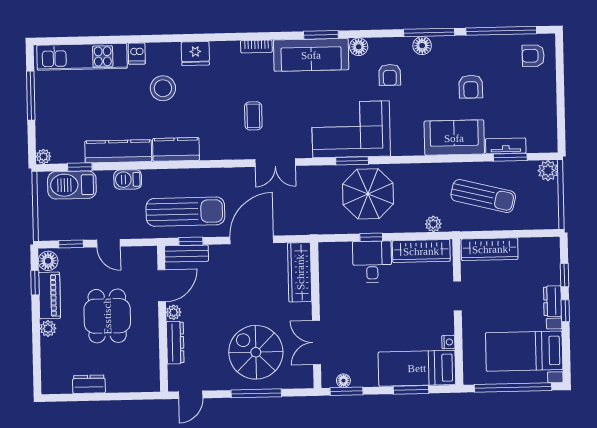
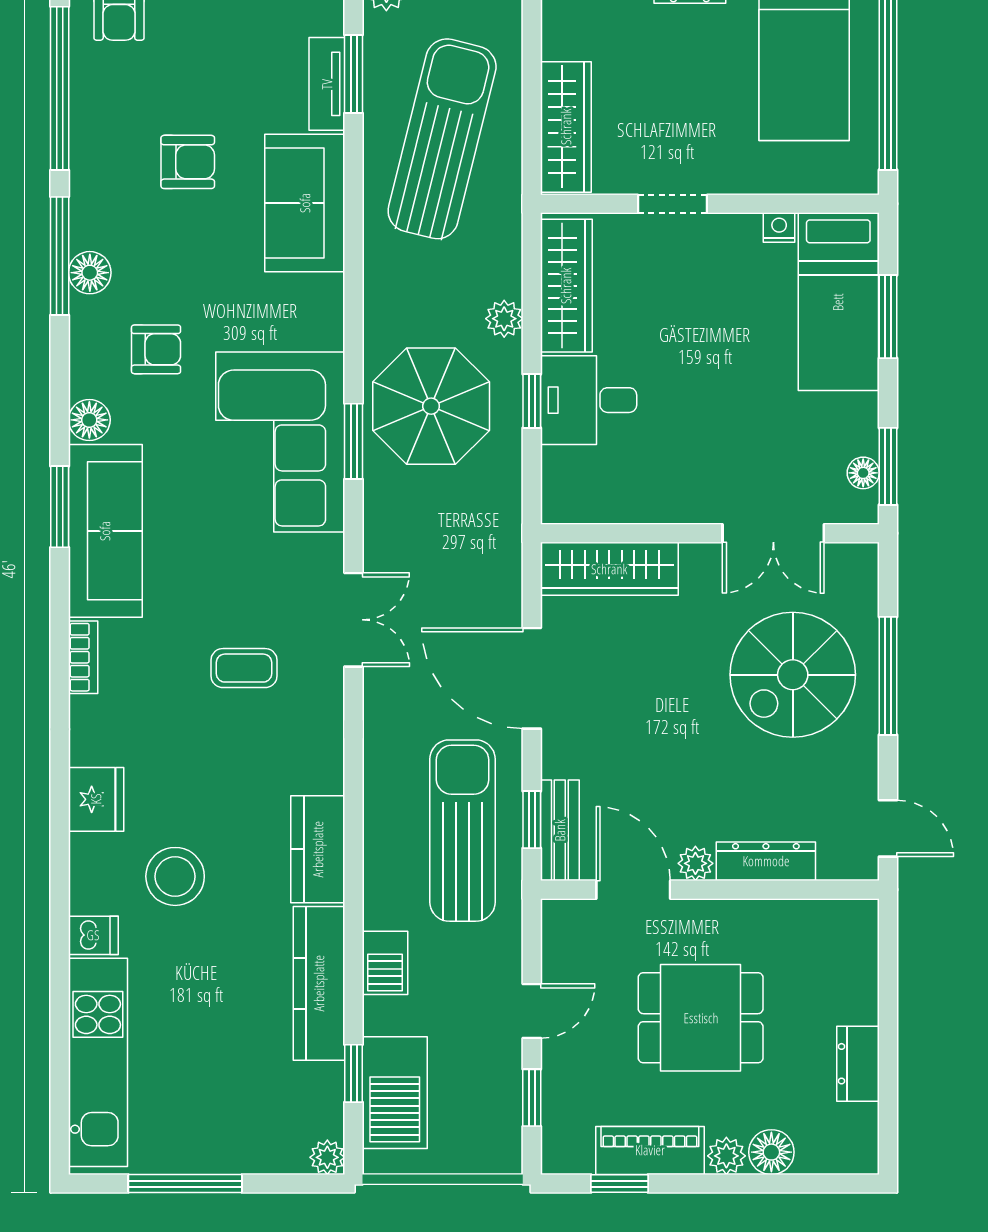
sun lounger: (483, 196) -> (442, 139), width x1.36, depth x1.34
plant: (433, 224) -> (504, 319), moved
floor lamp: (48, 261) -> (771, 1152), moved

